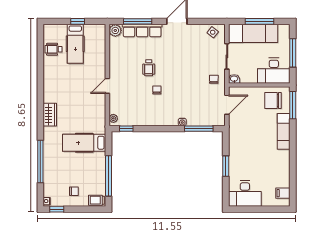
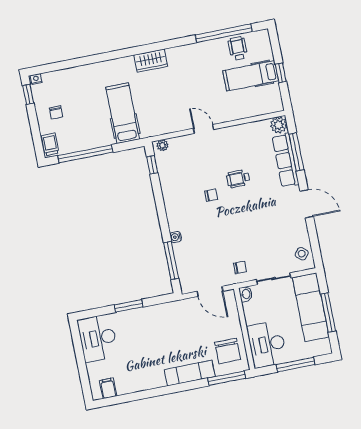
chair: (273, 100) -> (228, 351), turned 180
window: (40, 161) -> (224, 33), moved

